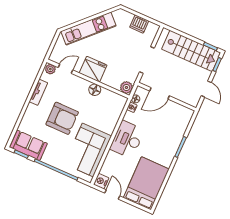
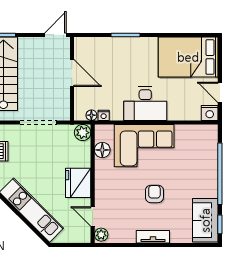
door: (206, 89) -> (55, 35), moved
floor lamp: (95, 90) -> (102, 150), moved
tv unit: (38, 92) -> (153, 237), moved
door: (160, 93) -> (72, 73), moved
armchair: (62, 118) -> (154, 194), width x0.53, depth x0.53
corner sofa: (88, 150) -> (144, 146), moved
door: (112, 194) -> (220, 92), hinge flipped

